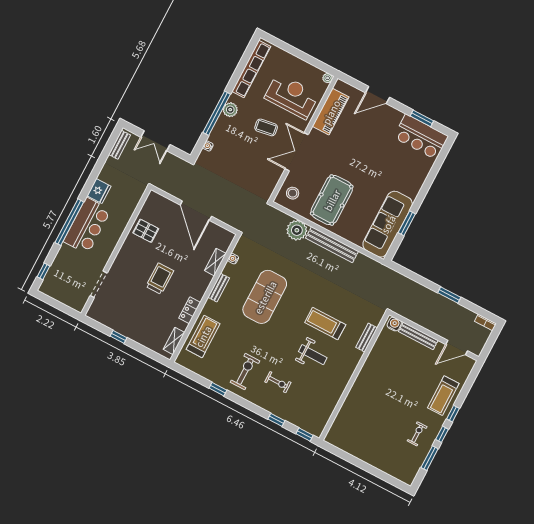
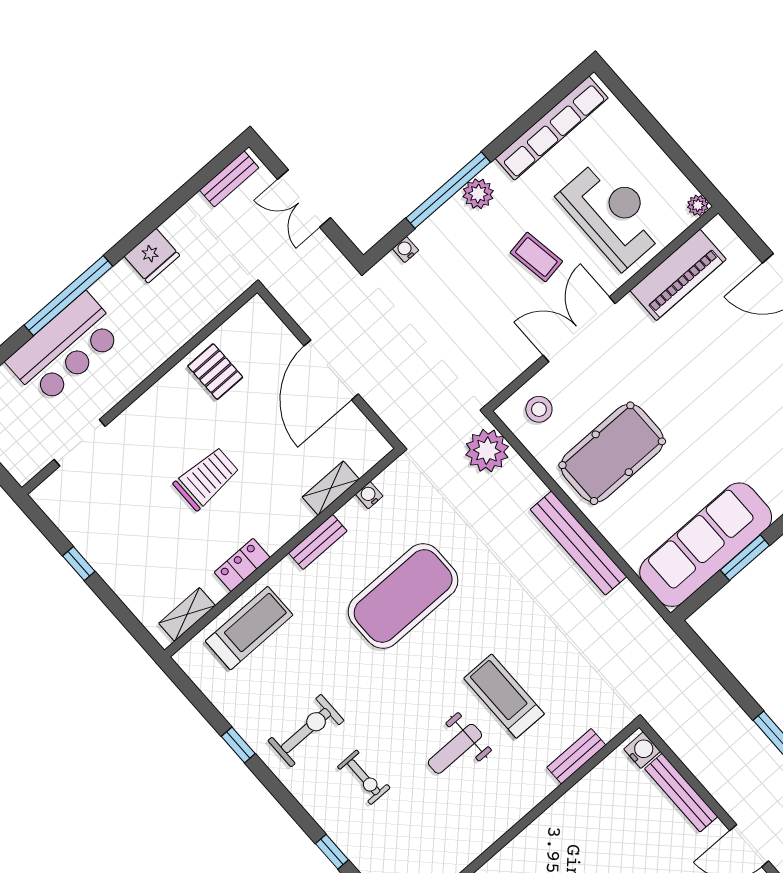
bar counter: (87, 226) -> (65, 348), moved
plant: (297, 230) -> (487, 451), moved
weight bench: (313, 355) -> (455, 749), turned 90

